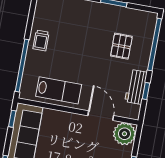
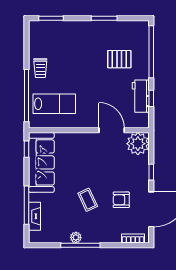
pallet: (121, 46) -> (119, 59), turned 90
lab bench: (59, 90) -> (54, 104), moved

